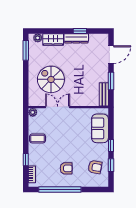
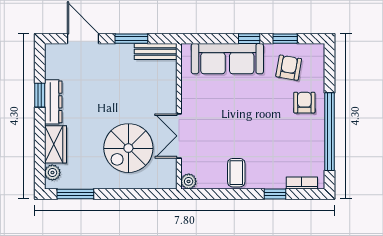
sofa: (100, 128) -> (227, 59), width x1.36
armchair: (66, 168) -> (304, 103), moved

